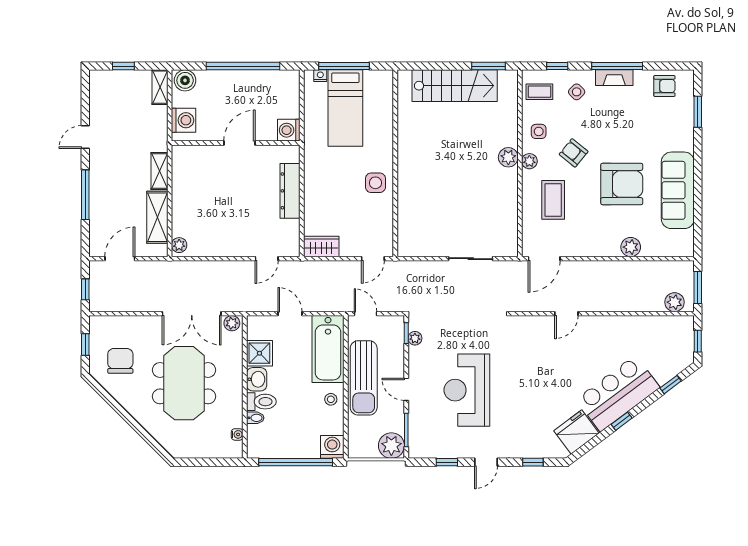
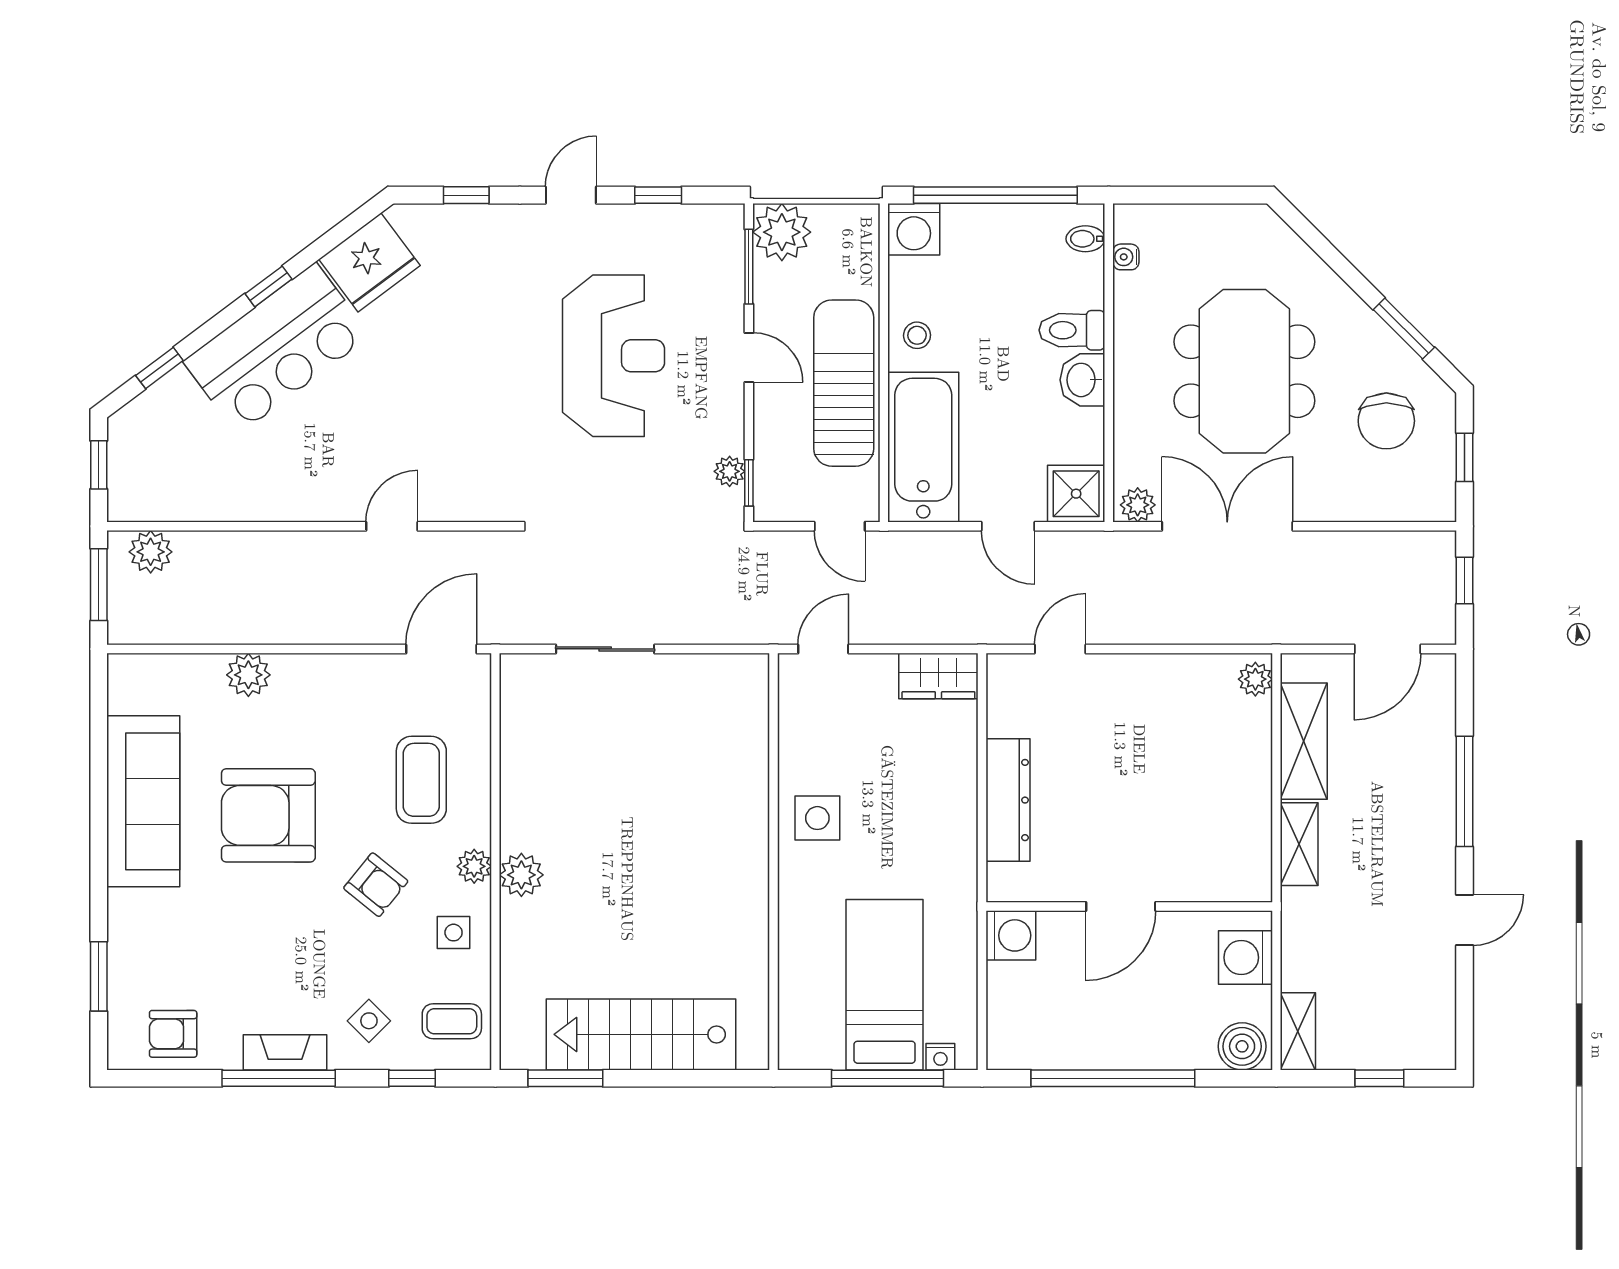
shower: (259, 353) -> (1076, 494), moved
window: (112, 402) -> (1404, 329), added
bidet: (255, 418) -> (1085, 239), moved

